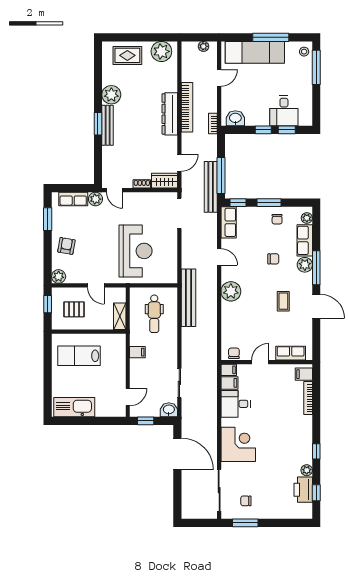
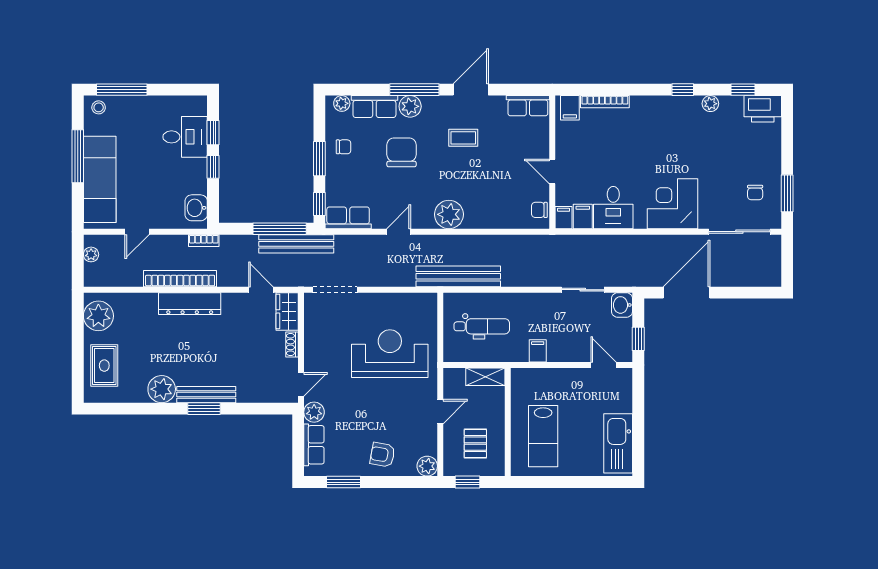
door: (219, 78) -> (137, 232), swing flipped
chair: (273, 259) -> (402, 152), width x1.87, depth x1.87
row of seats: (291, 353) -> (528, 106), moved, turned -90
printer: (303, 490) -> (763, 109), moved

